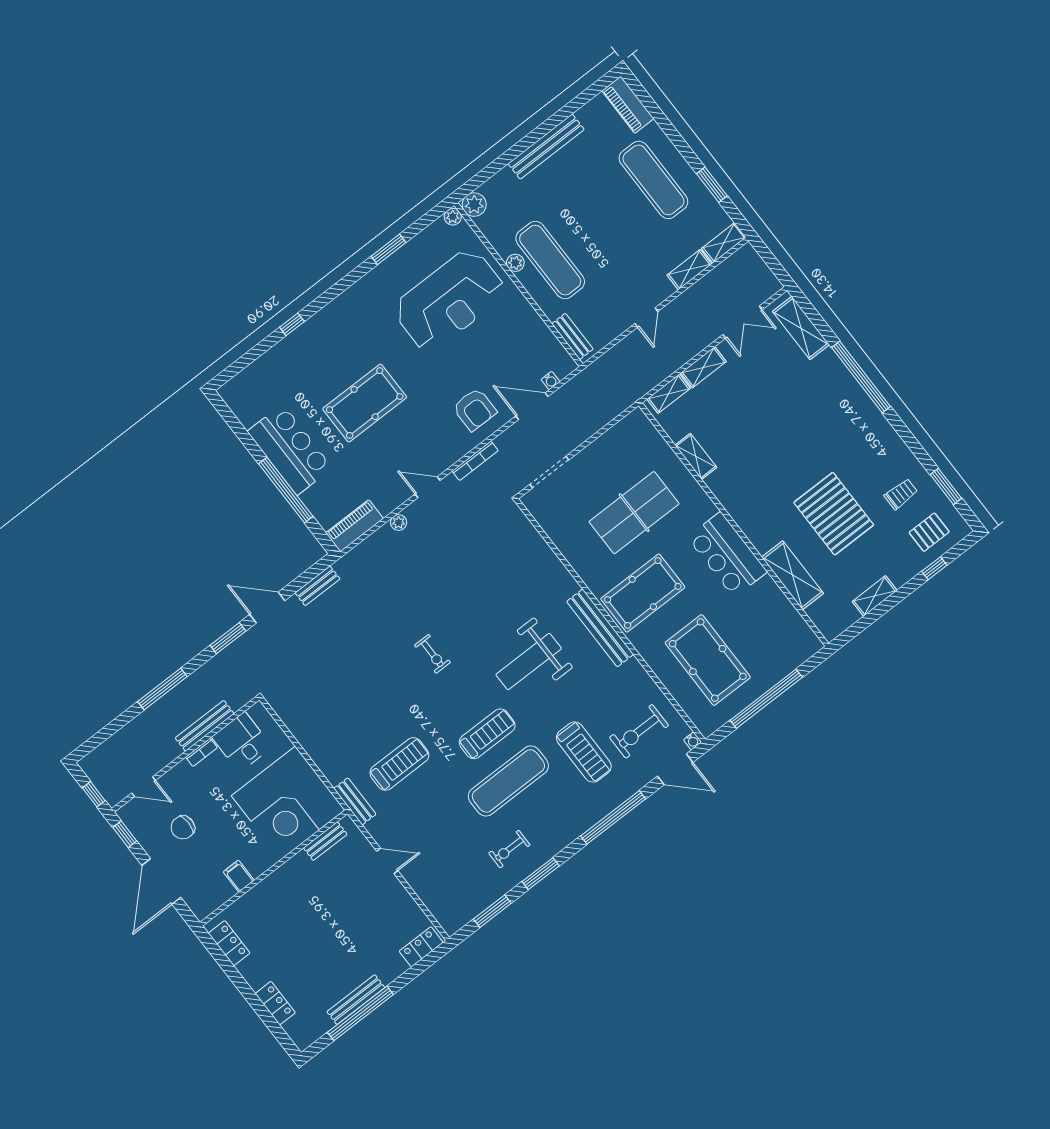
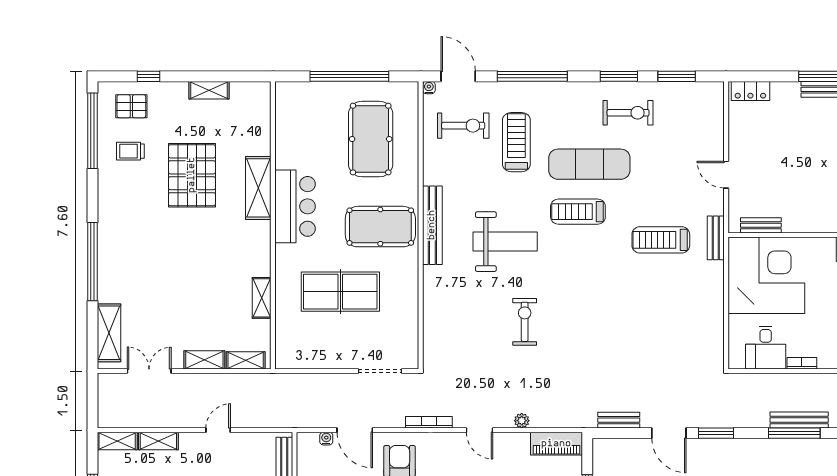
window: (946, 486) -> (92, 131), width x2.11
shelving: (793, 575) -> (258, 188), moved
exercise bike: (432, 654) -> (525, 322), moved, width x1.38, depth x1.39
bench: (205, 726) -> (799, 420), moved
exercise bike: (509, 849) -> (628, 113), width x1.38, depth x1.39

